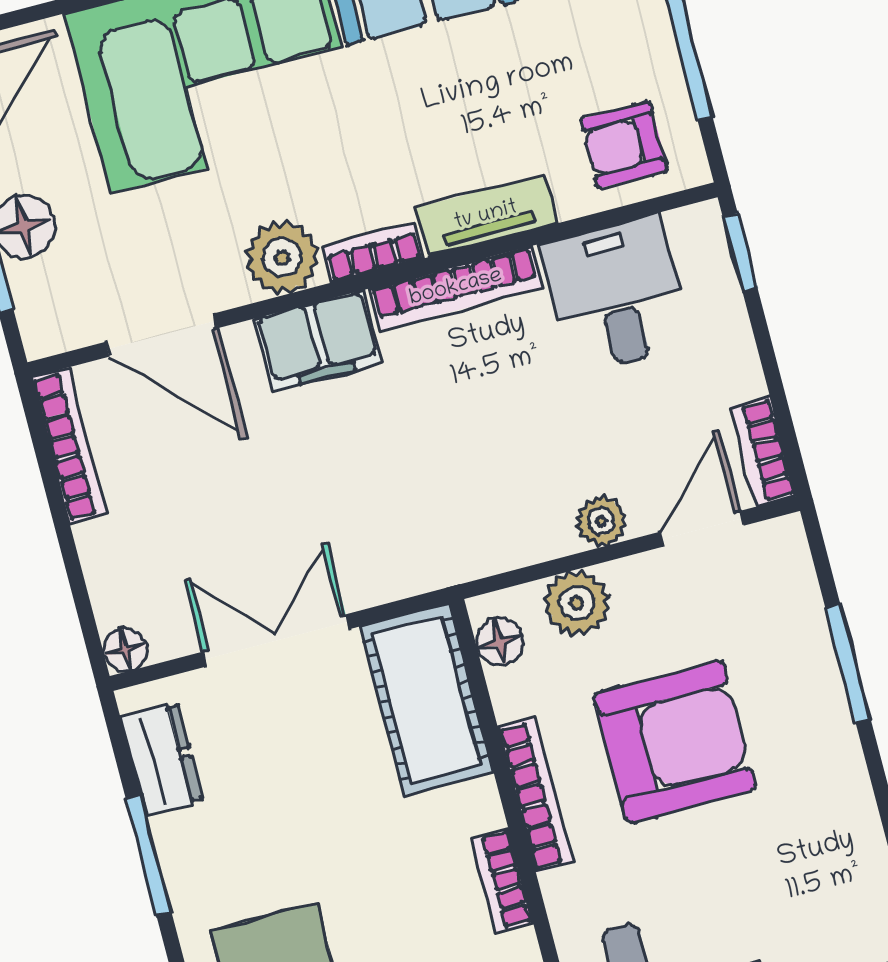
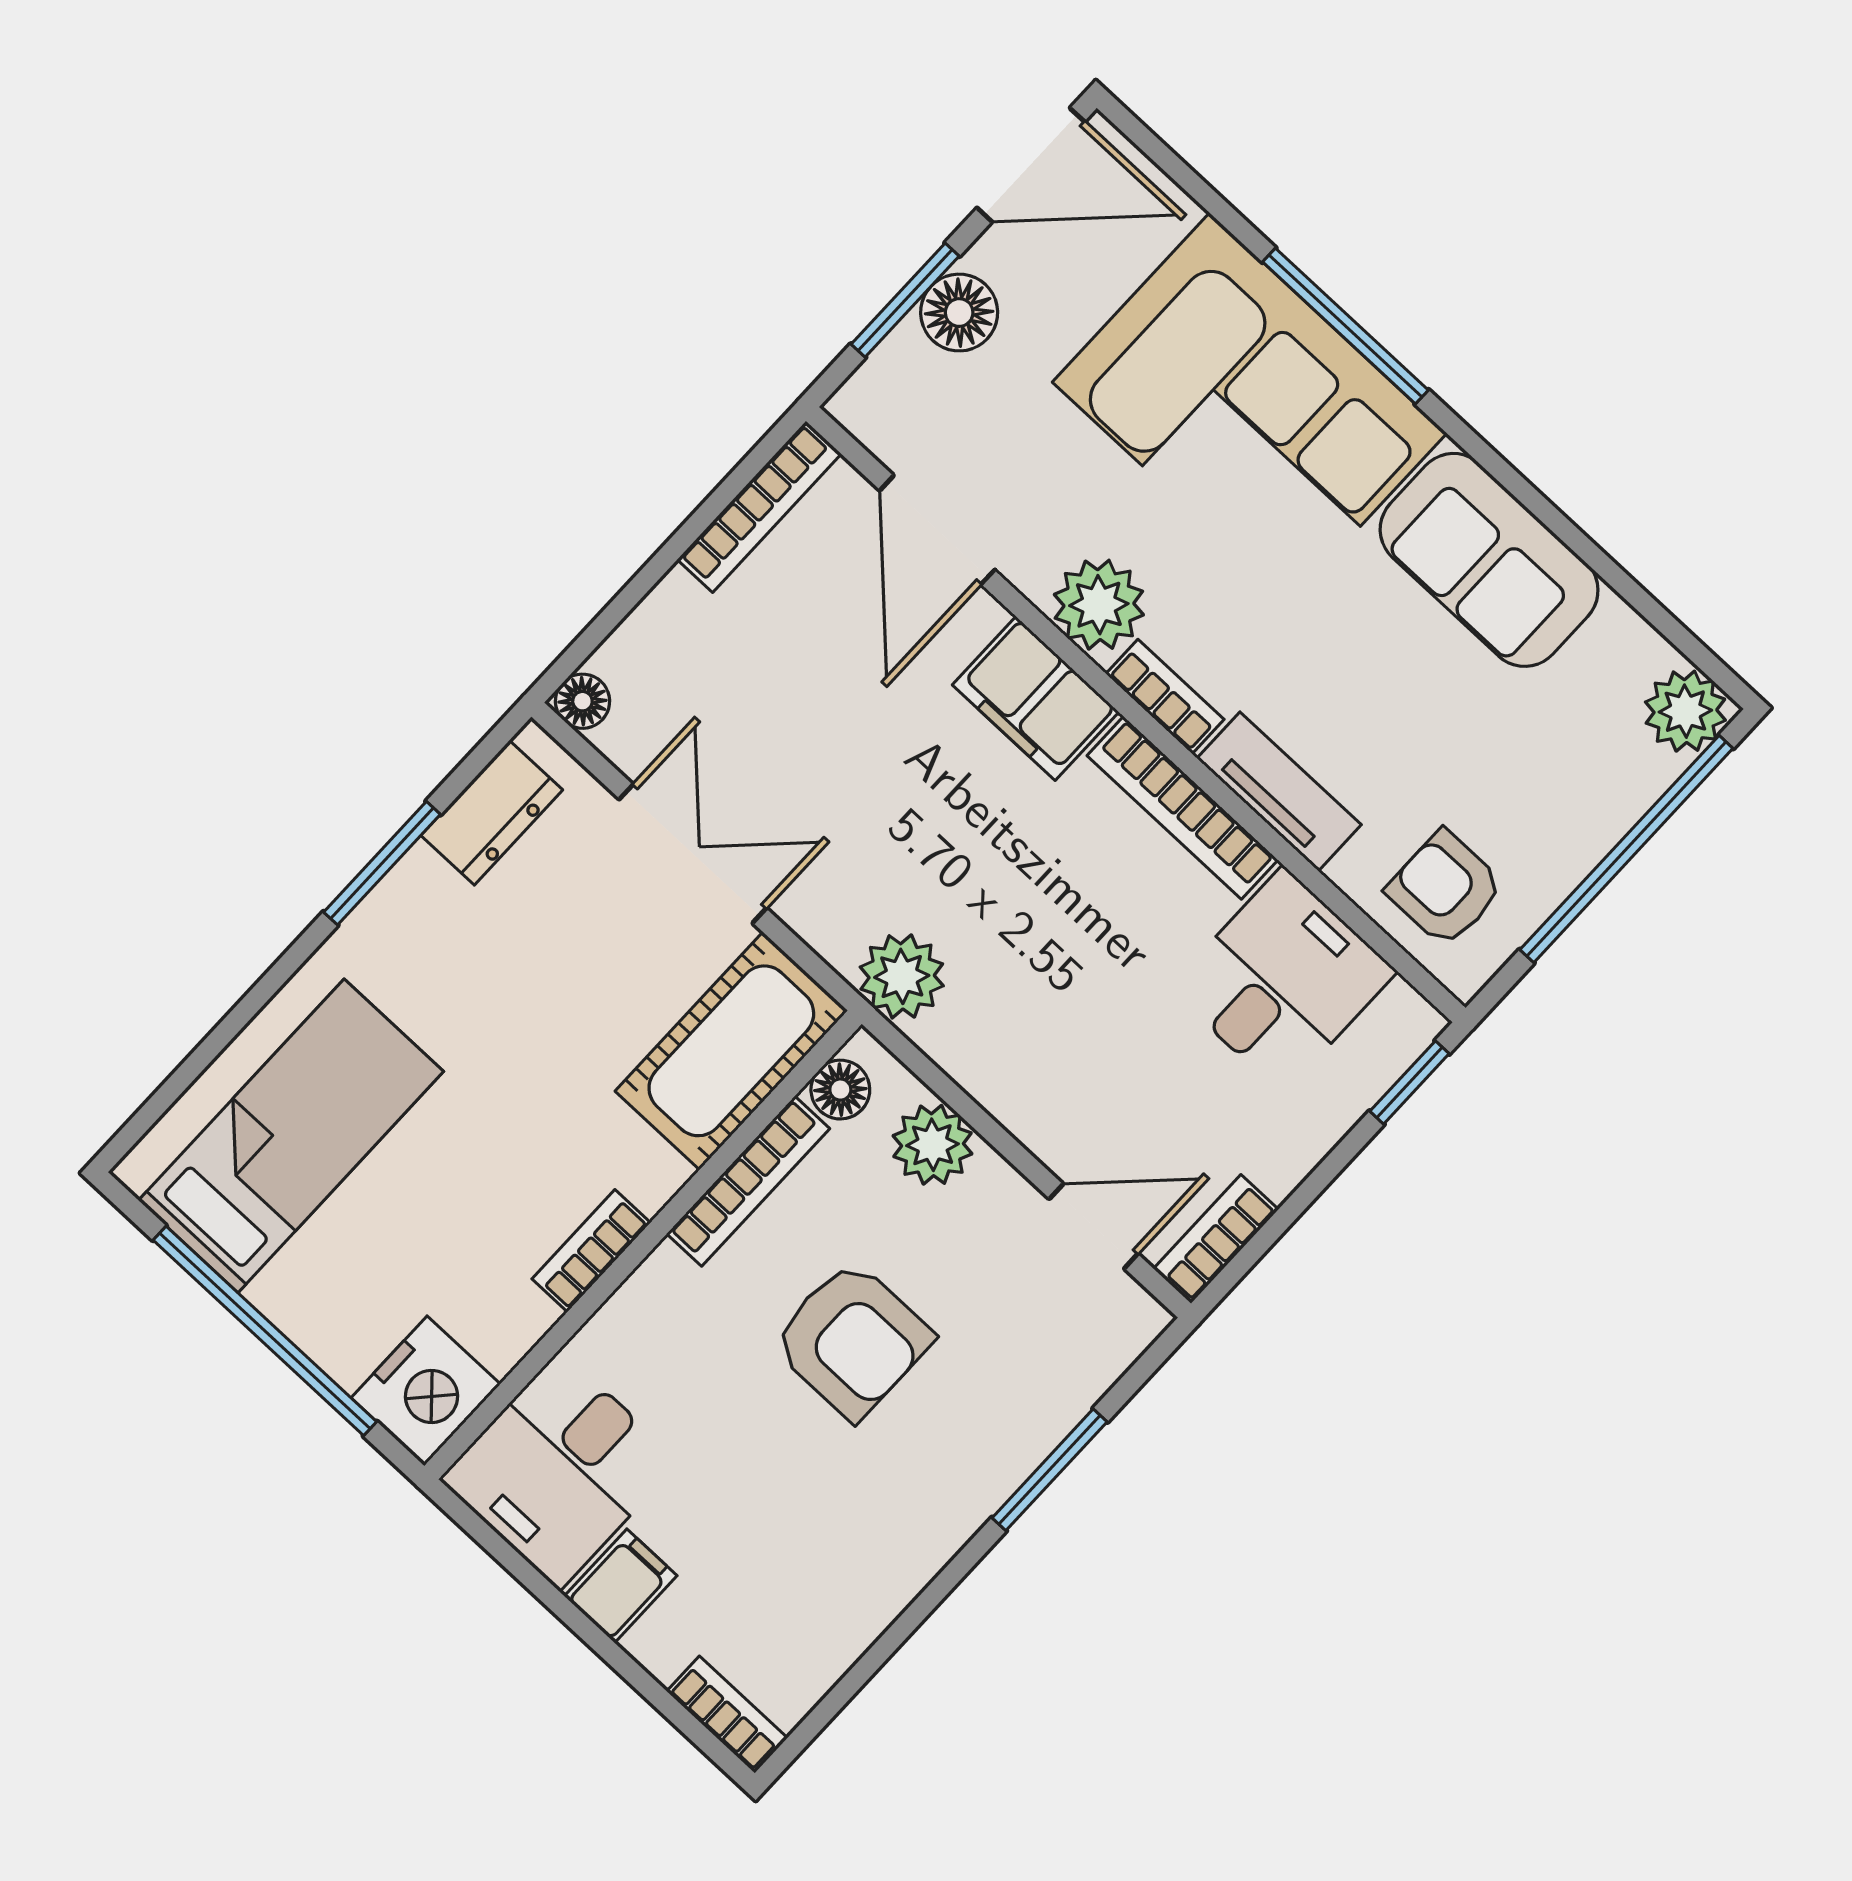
plant: (601, 521) -> (902, 976), moved, width x1.38, depth x1.38
armchair: (675, 742) -> (852, 1340), width x0.73, depth x0.73
bookcase: (535, 795) -> (748, 1181), moved

